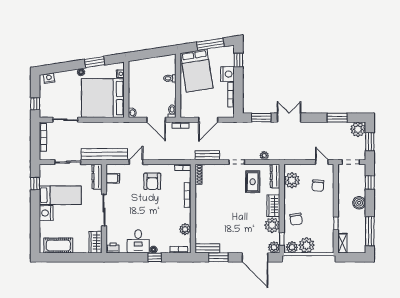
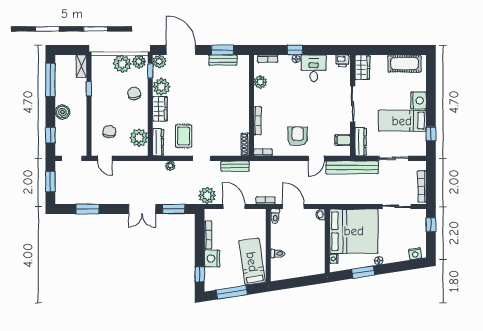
bed: (197, 71) -> (252, 262), width x0.67
door: (208, 120) -> (234, 207), hinge flipped
plant: (358, 129) -> (207, 196), moved
bench: (207, 248) -> (223, 60), moved

